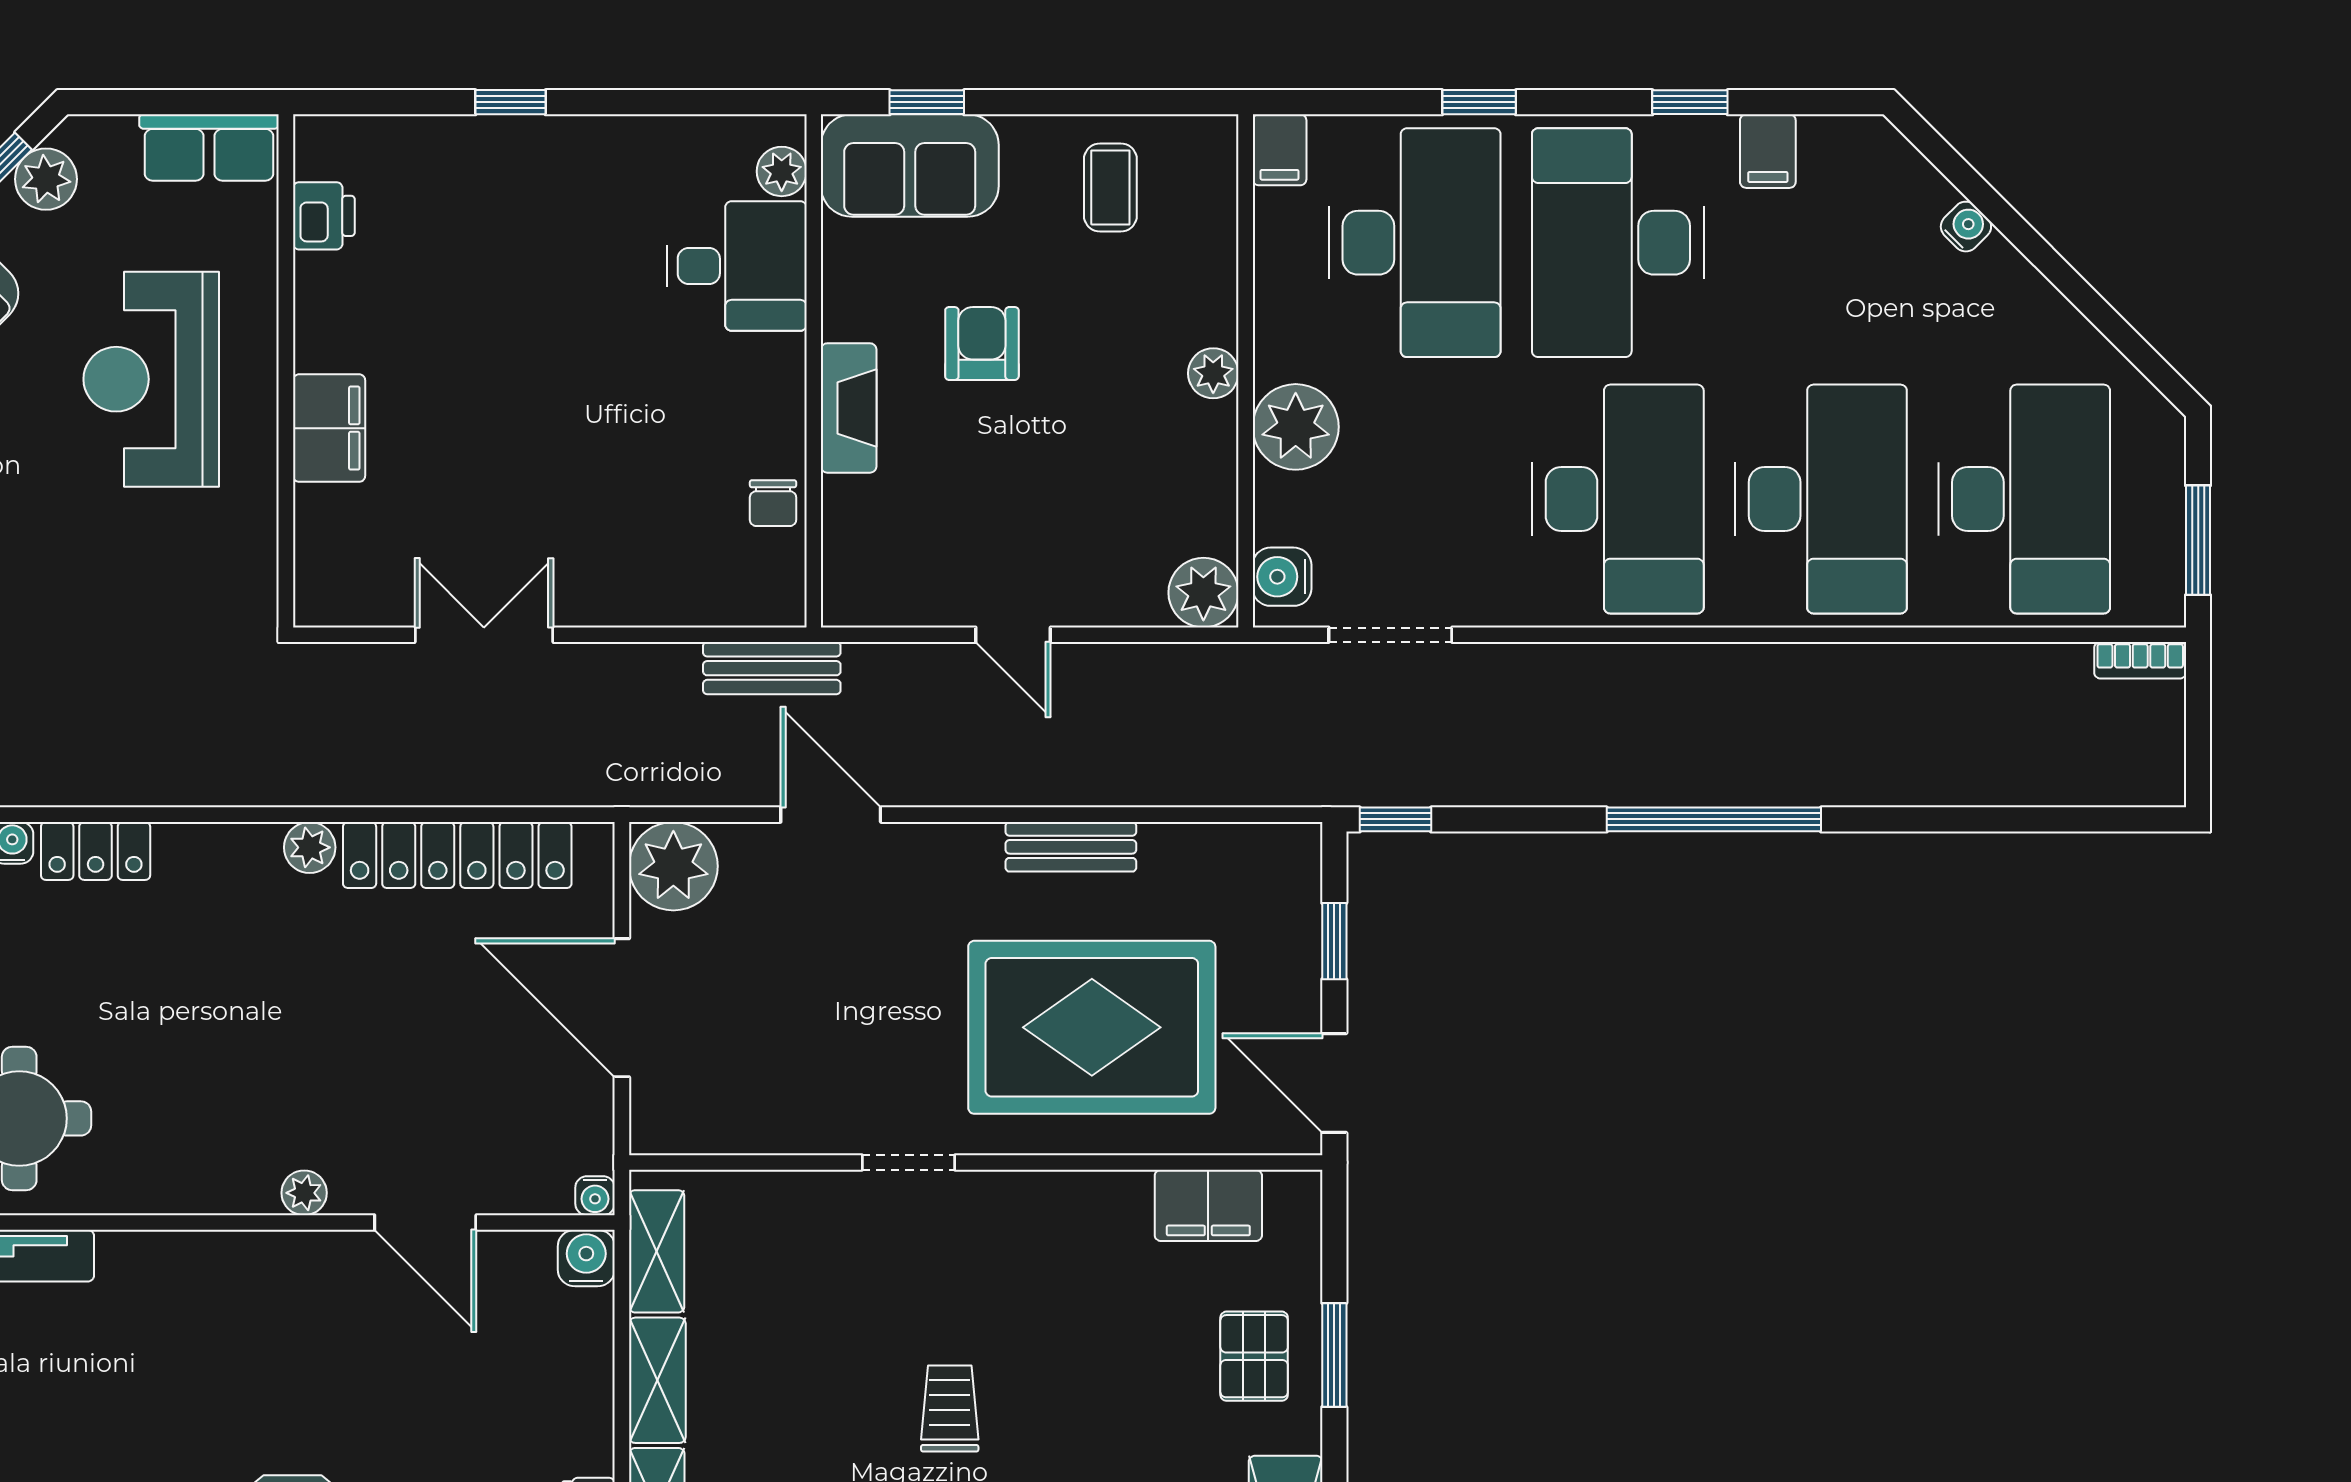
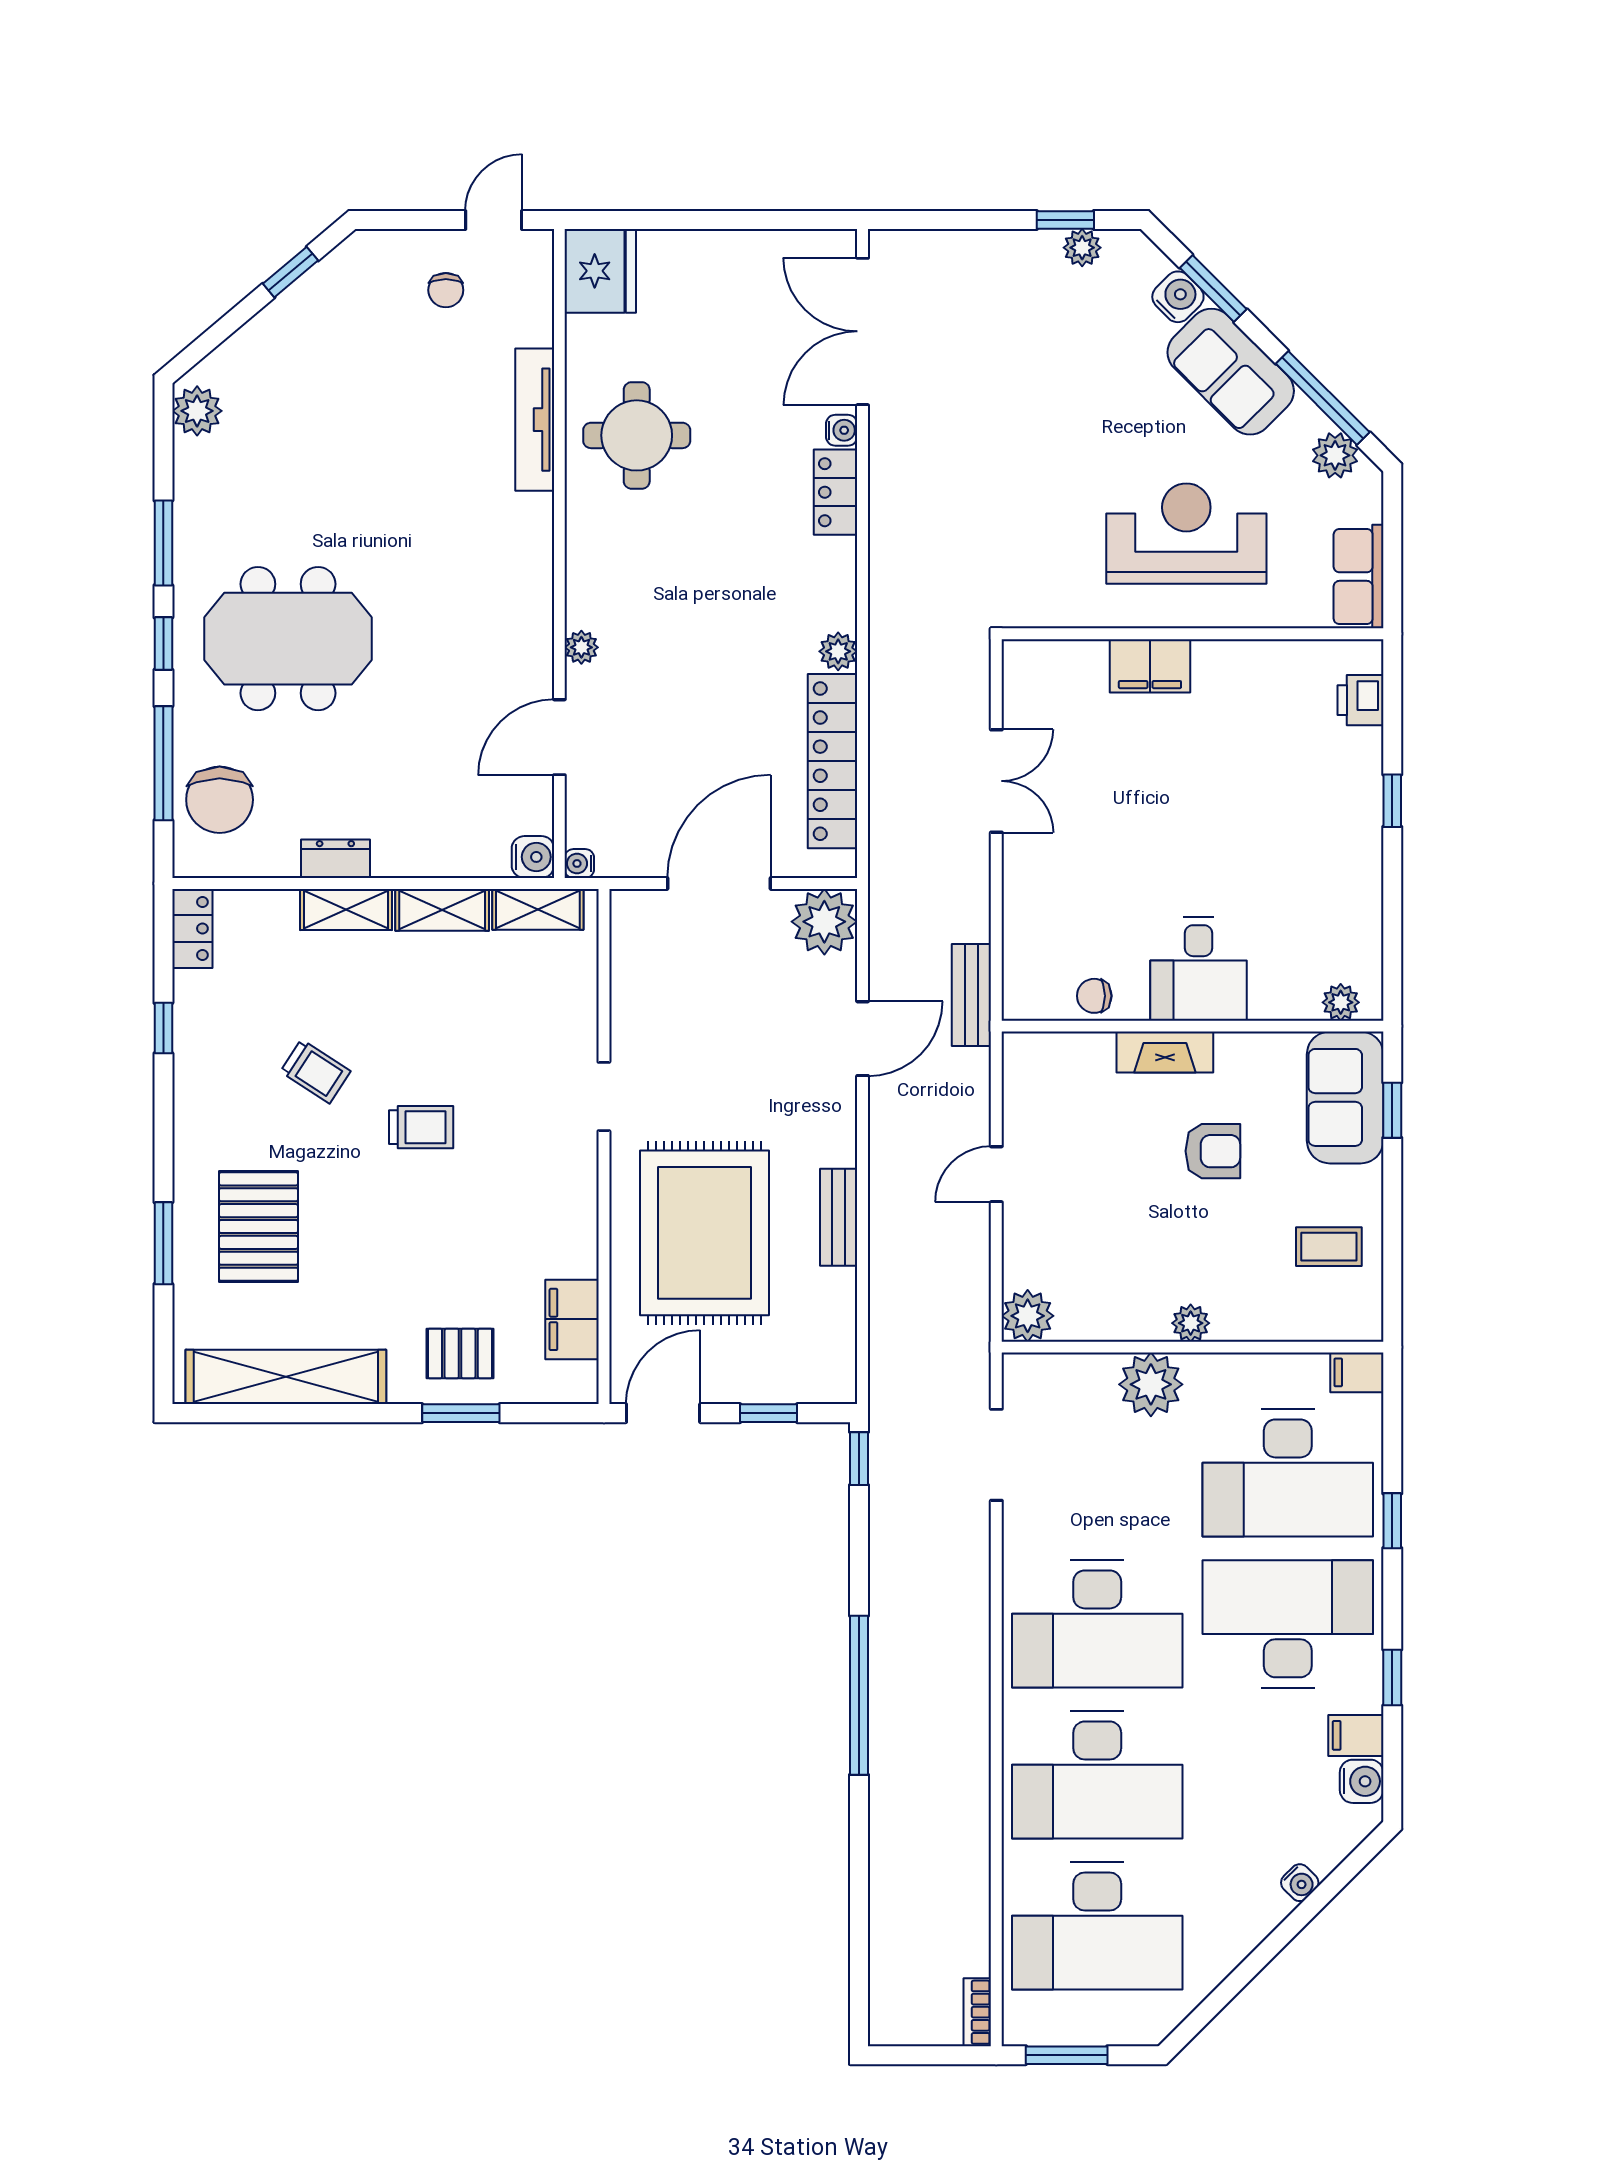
printer: (324, 216) -> (1360, 700), moved, turned 90
desk: (737, 266) -> (1198, 969), moved
water cooler: (1282, 577) -> (1362, 1781), moved, turned 90

